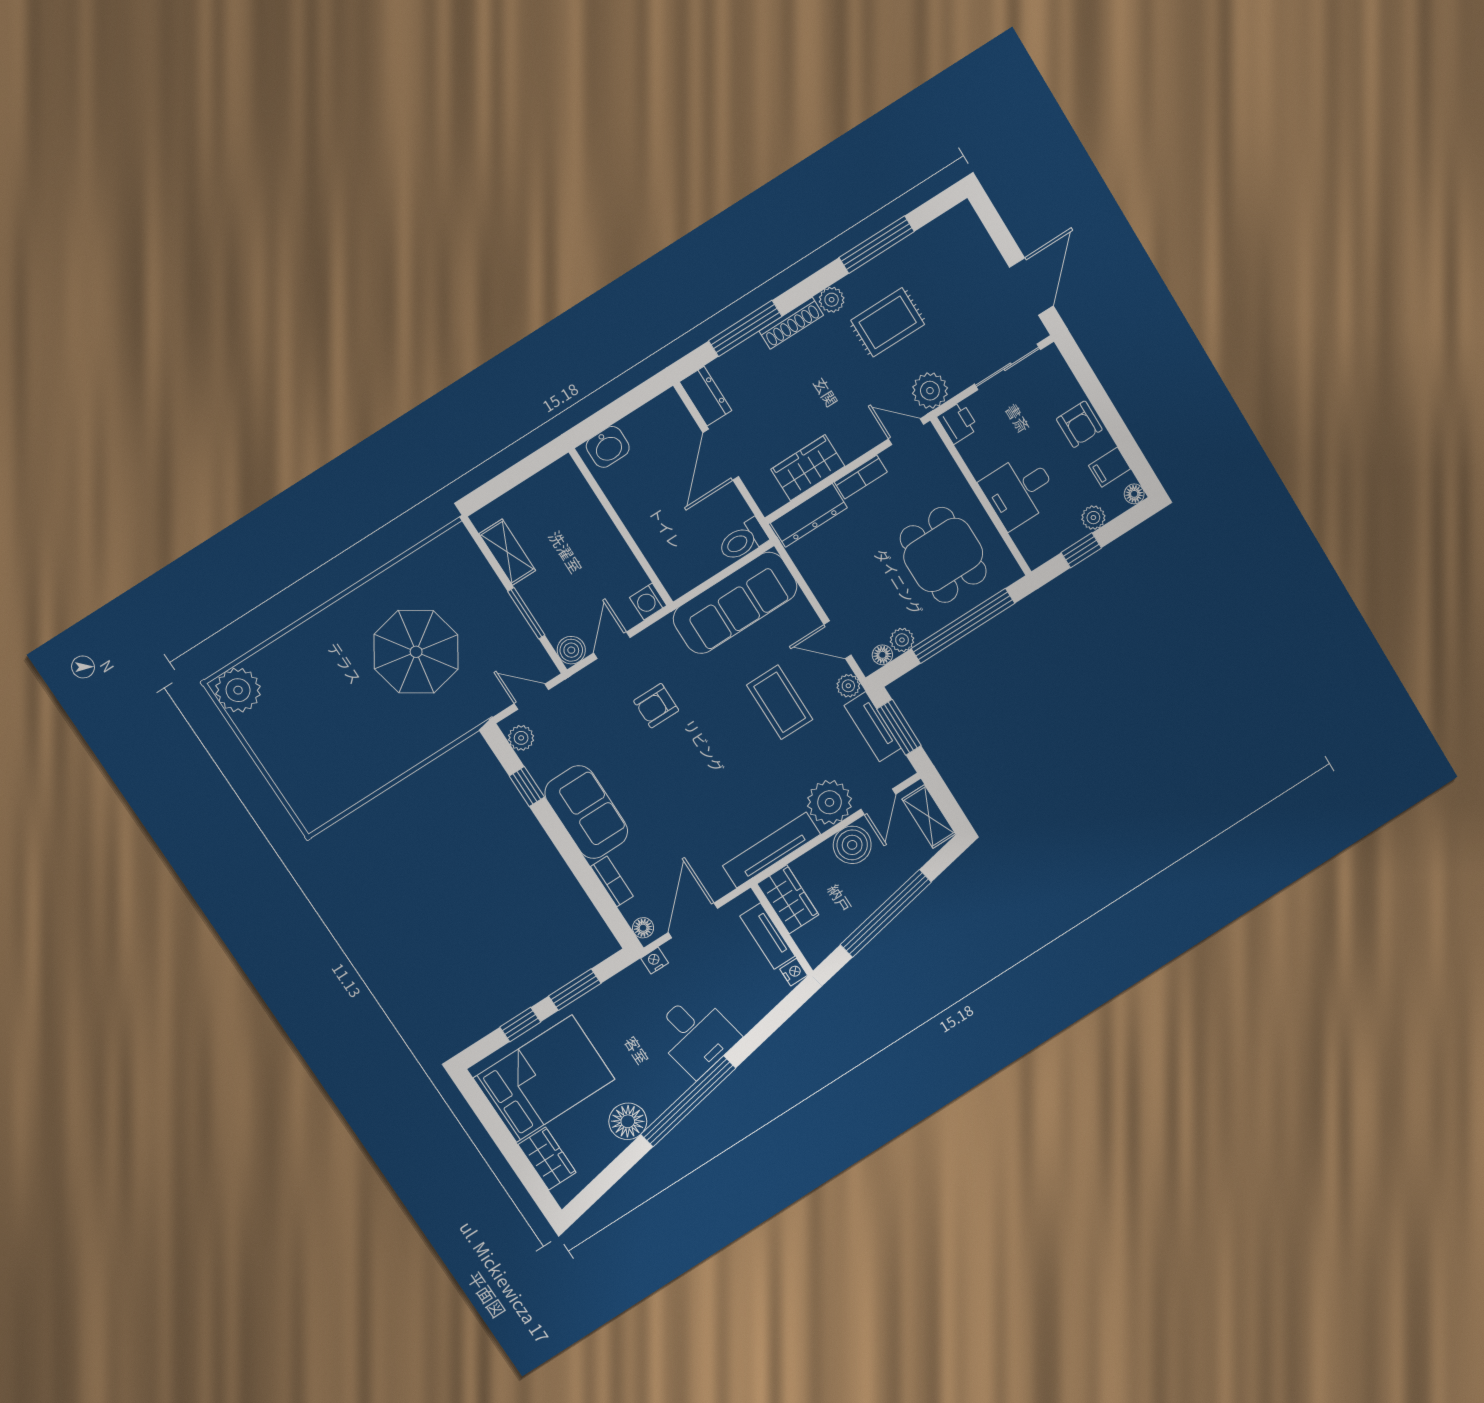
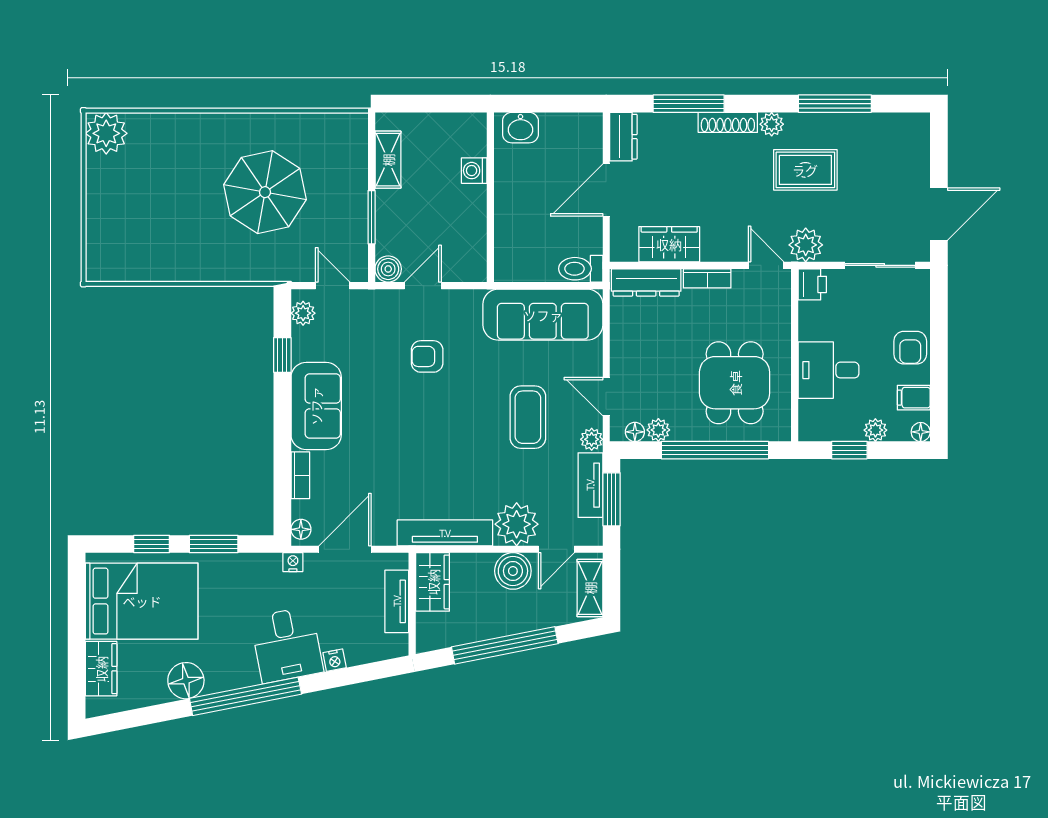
washing machine: (648, 602) -> (474, 171), moved
nightstand: (794, 972) -> (335, 660), moved, turned 79

